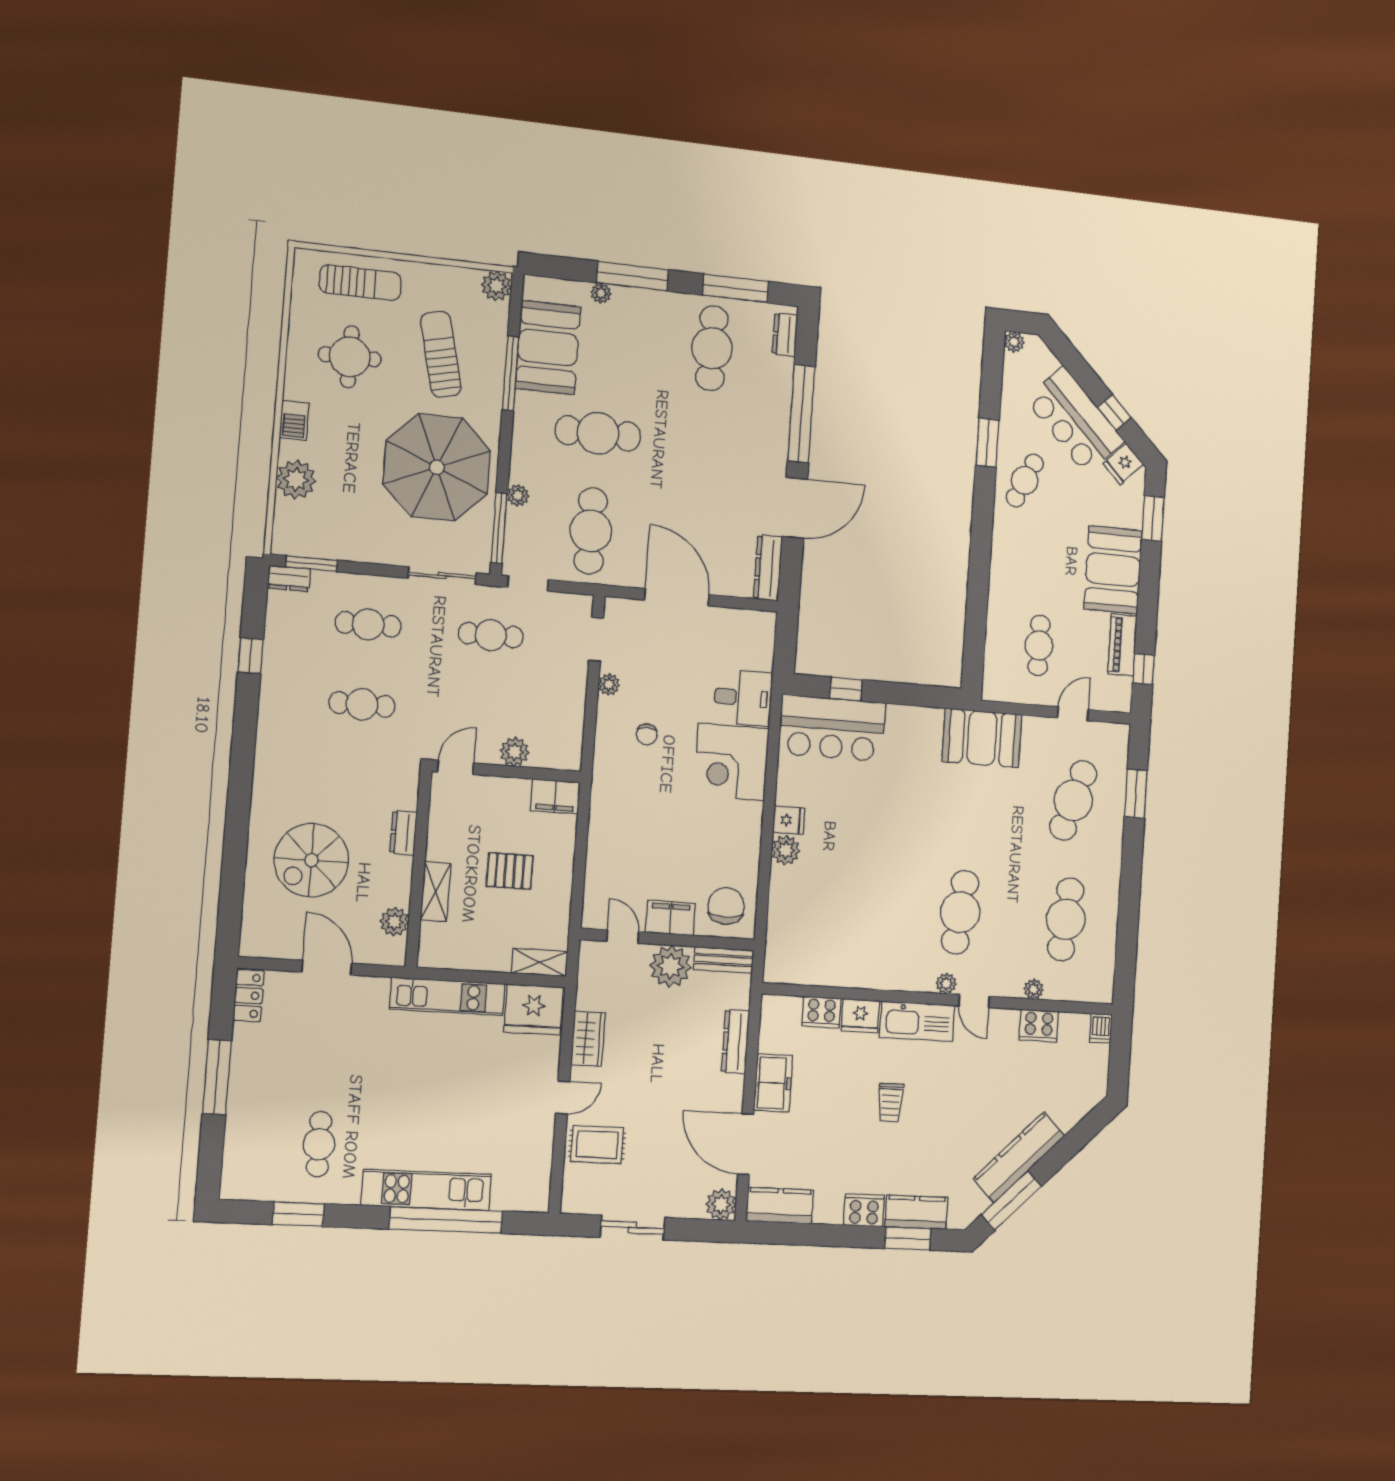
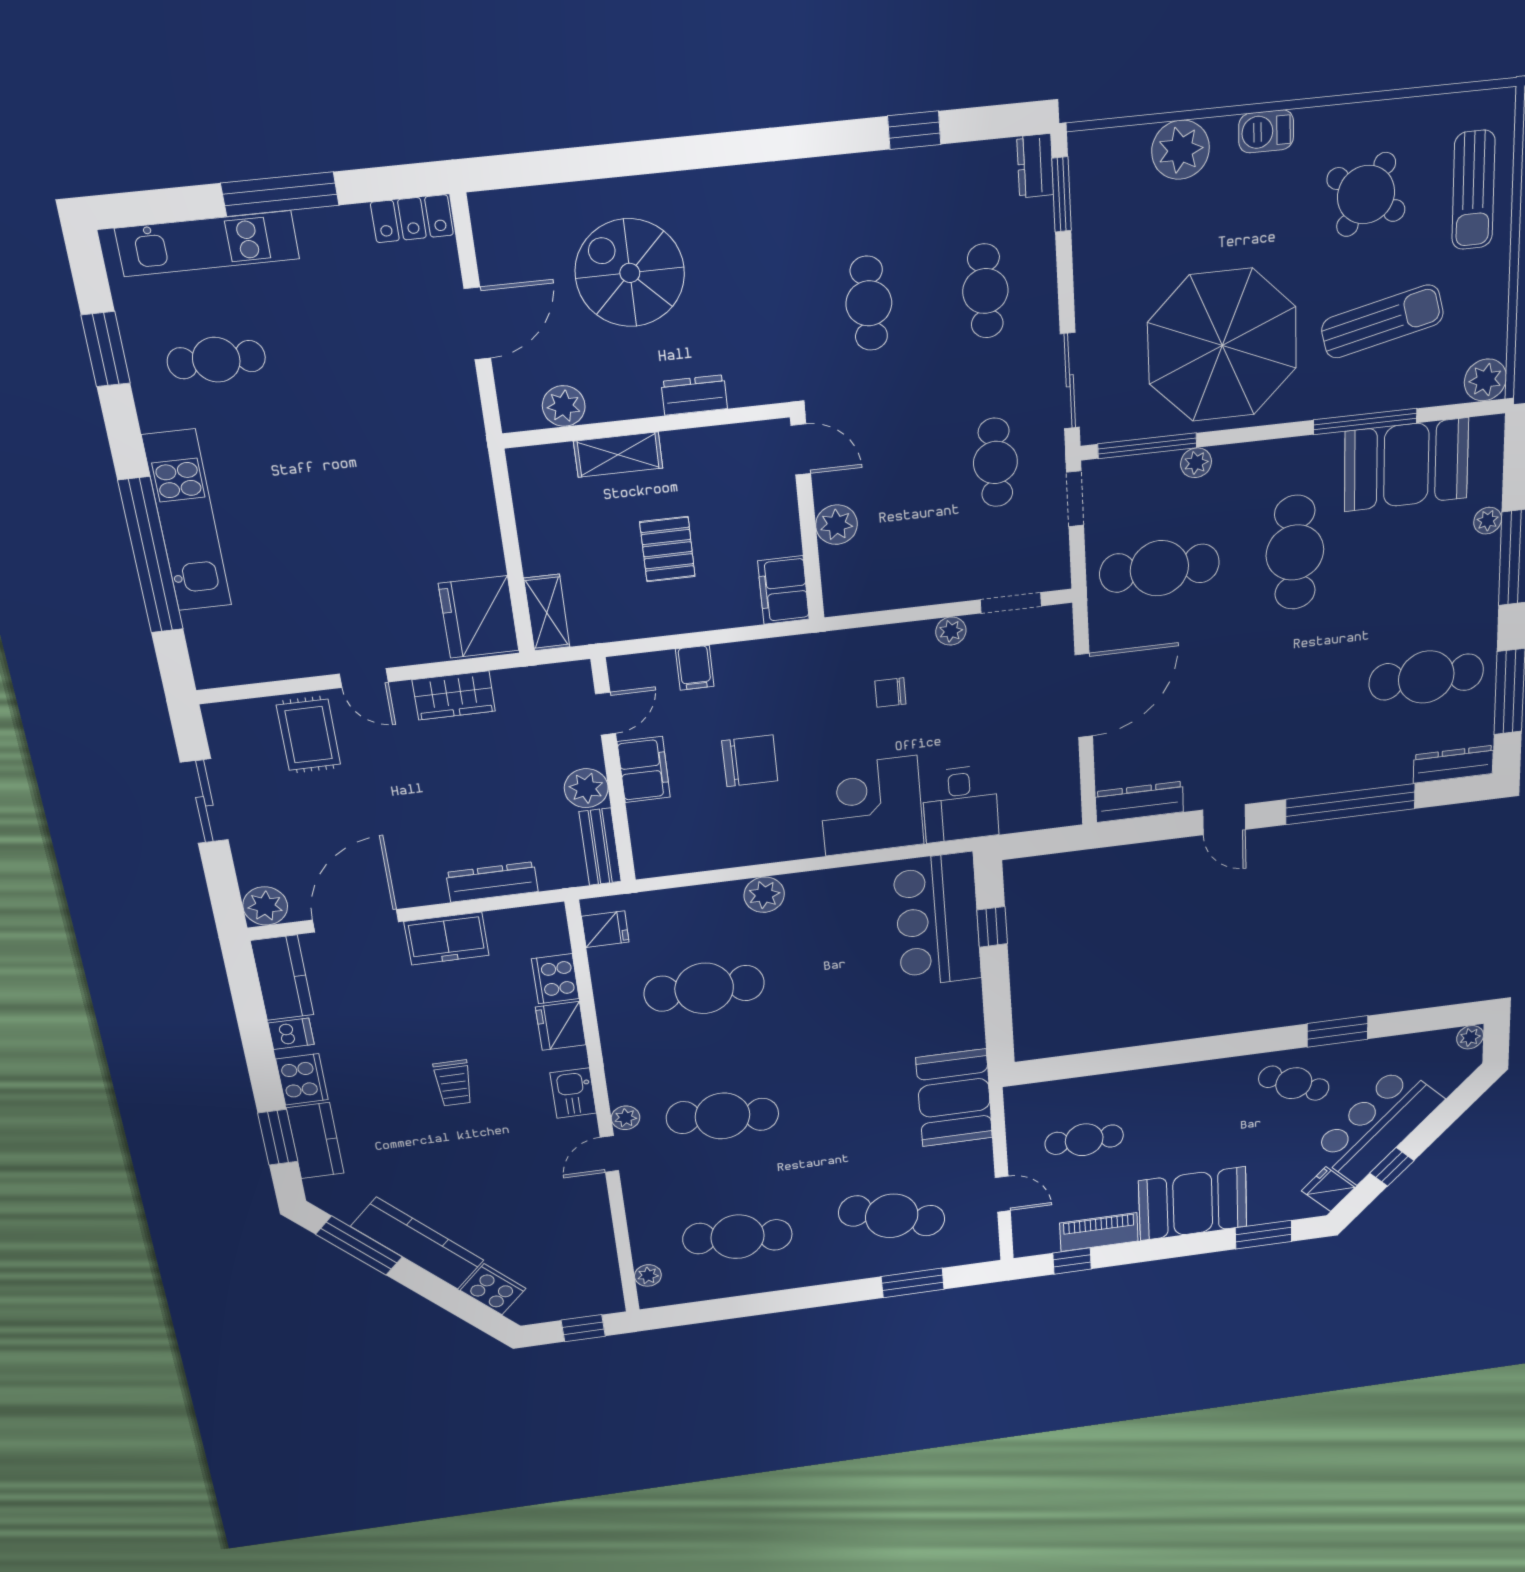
dresser: (785, 335) -> (1453, 764), width x1.44
round table: (350, 357) -> (1366, 195), turned 33
door: (795, 508) -> (1224, 820), width x0.53
fridge: (789, 820) -> (605, 929), moved, turned -90
filing cabinet: (601, 868) -> (695, 668), added
chair: (726, 906) -> (750, 761), moved
cafe table: (852, 907) -> (704, 988), added
plant: (671, 966) -> (586, 788), width x0.73, depth x0.73
plant: (1034, 989) -> (648, 1275), moved
kitchen unit: (447, 996) -> (207, 244), moved, turned -90
kitchen sink: (917, 1021) -> (573, 1093), width x0.53, depth x0.81
cooker: (1039, 1026) -> (493, 1289), moved, turned 135
dishwasher: (1101, 1028) -> (291, 1034), moved, turned 180
window: (1120, 1050) -> (583, 1328), added
trolley: (890, 1103) -> (453, 1083), turned -90

